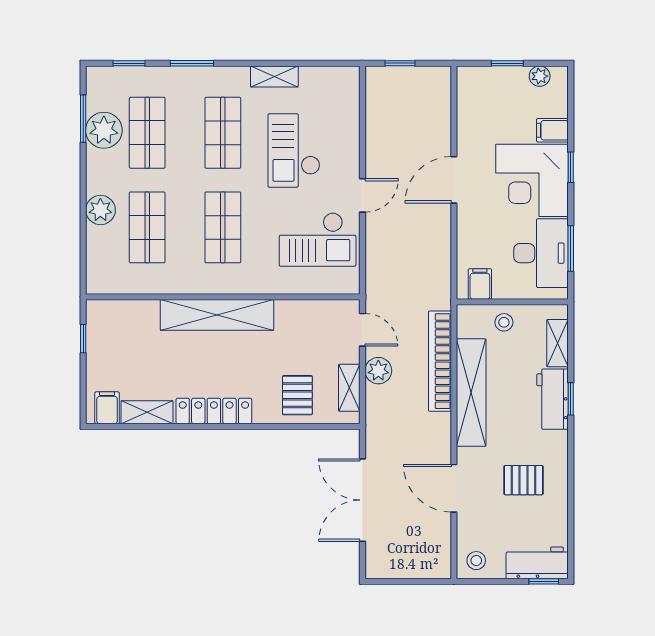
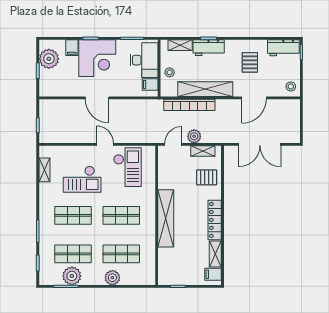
shelving: (274, 76) -> (44, 170), moved
plant: (540, 76) -> (49, 59), width x1.88, depth x1.88
desk: (541, 253) -> (144, 60), moved, turned 90
workbench: (537, 563) -> (283, 48), moved, turned -90

